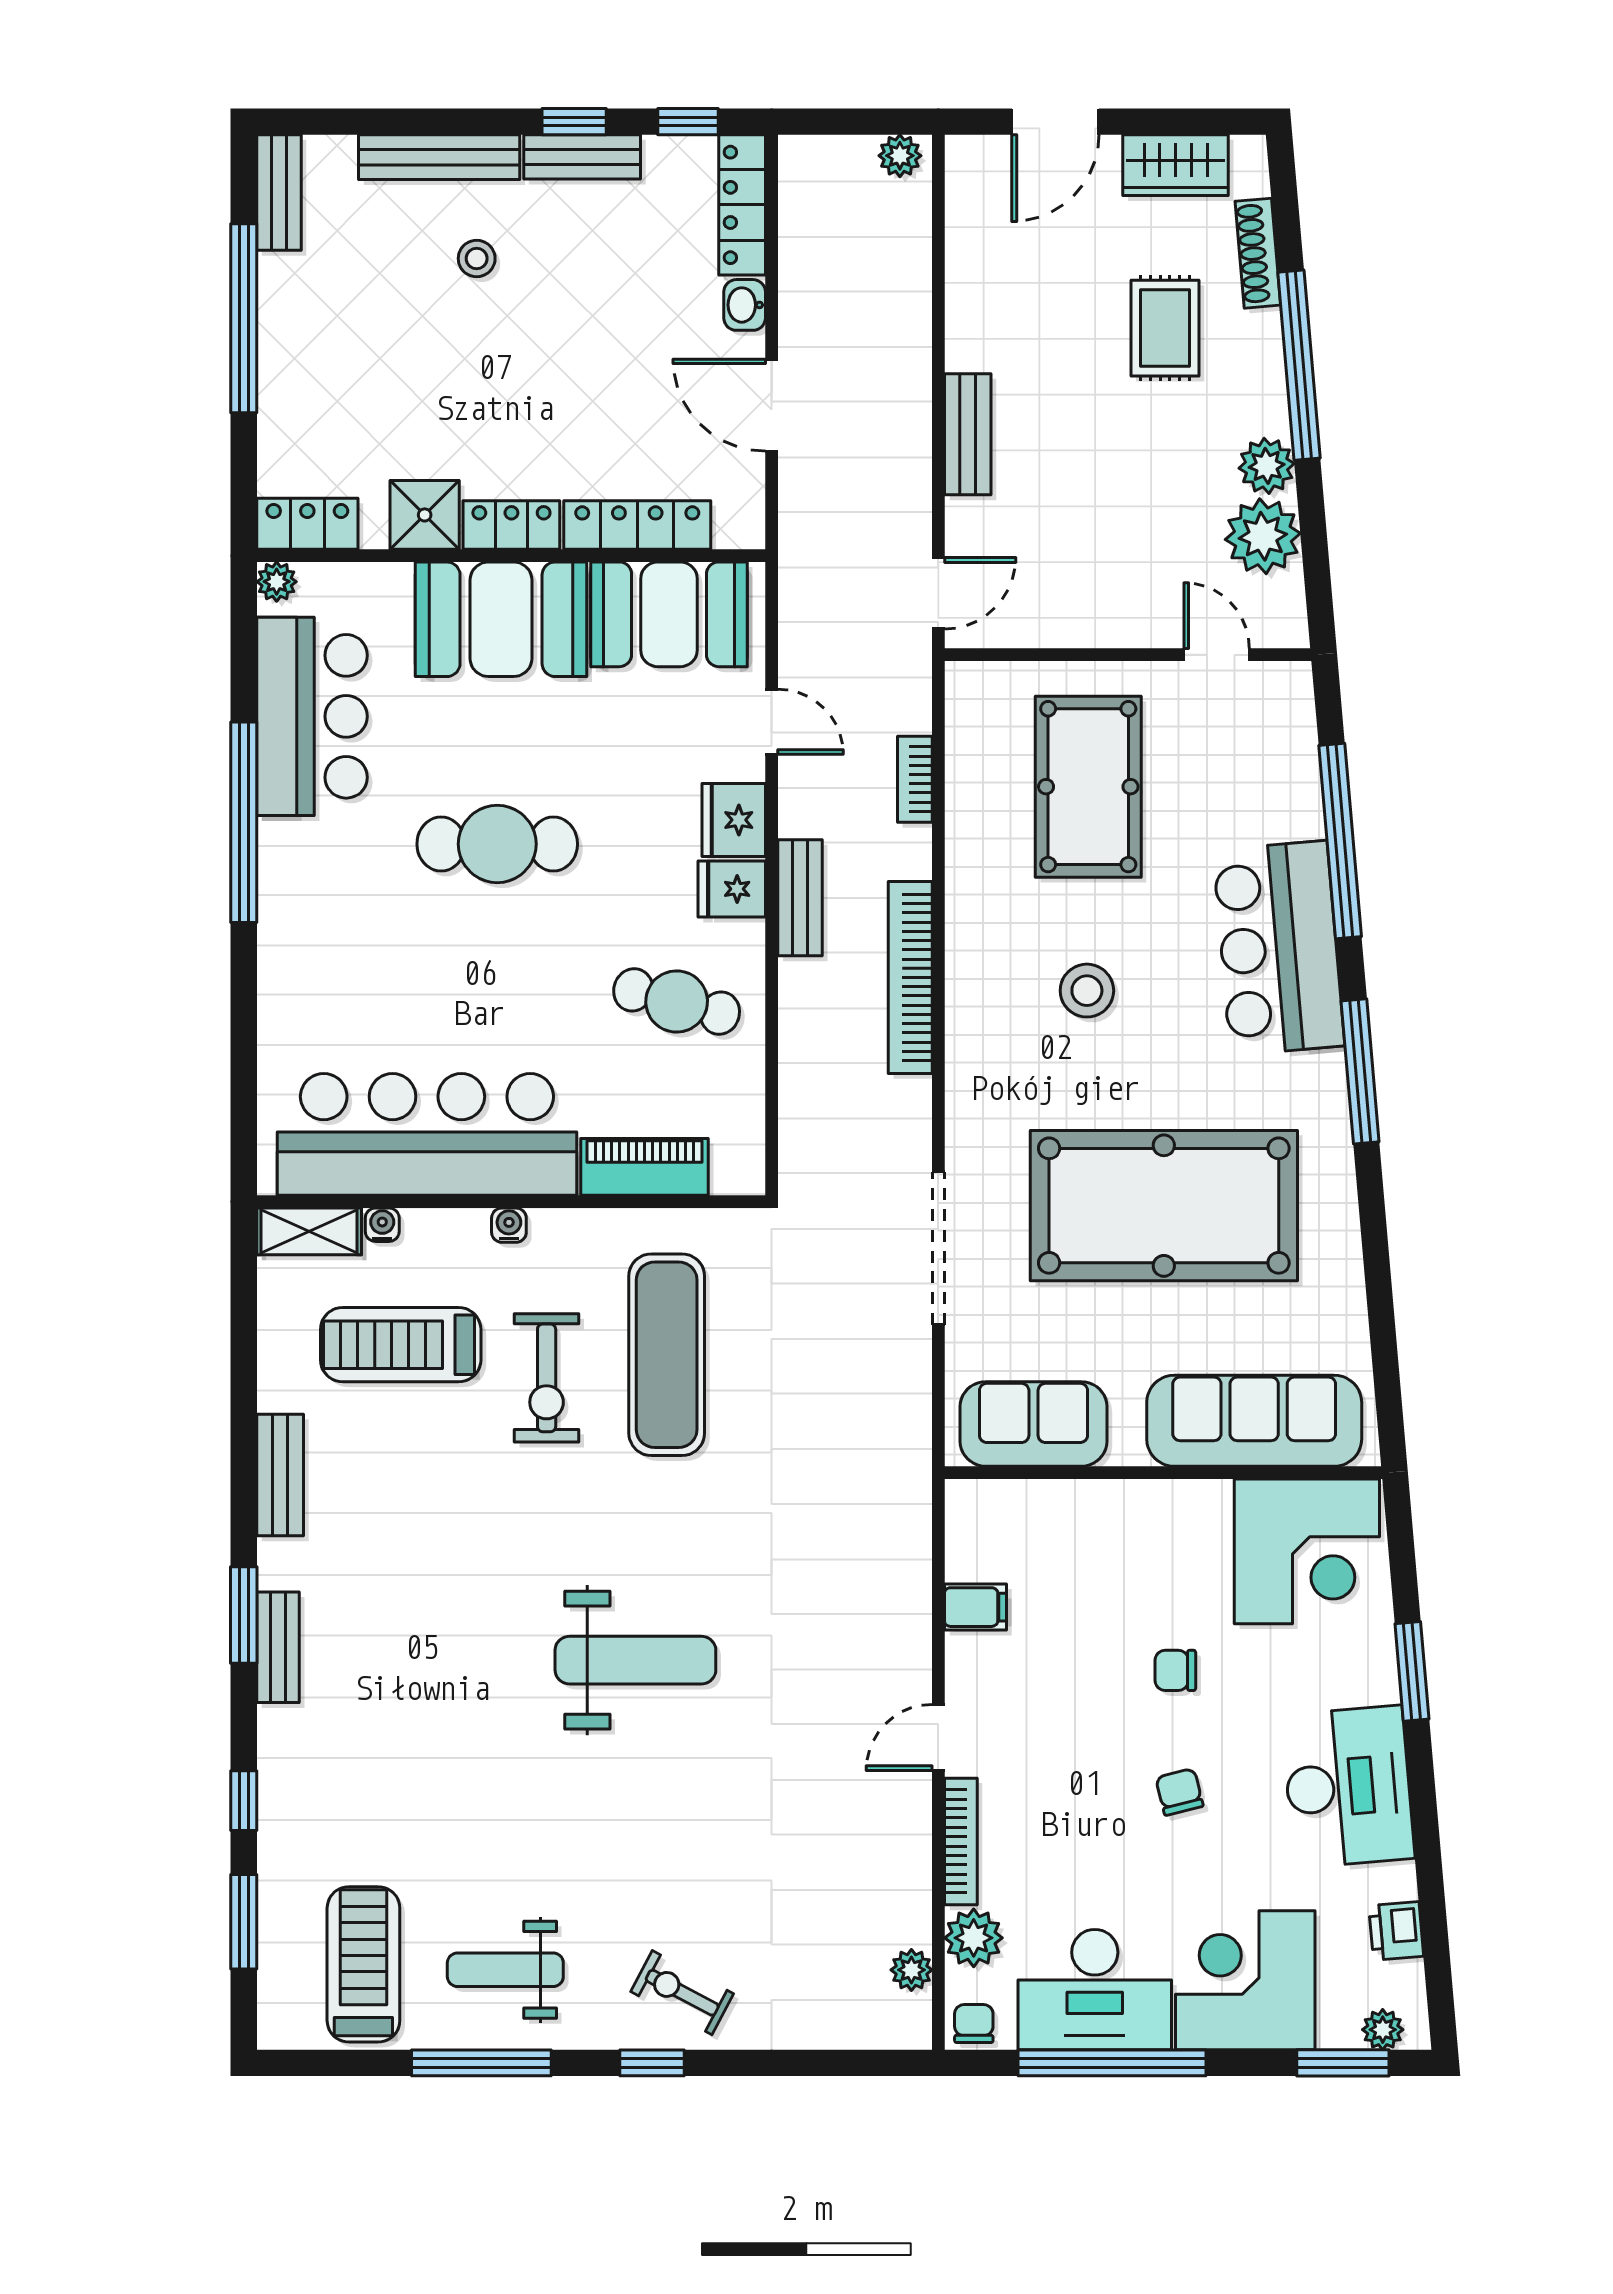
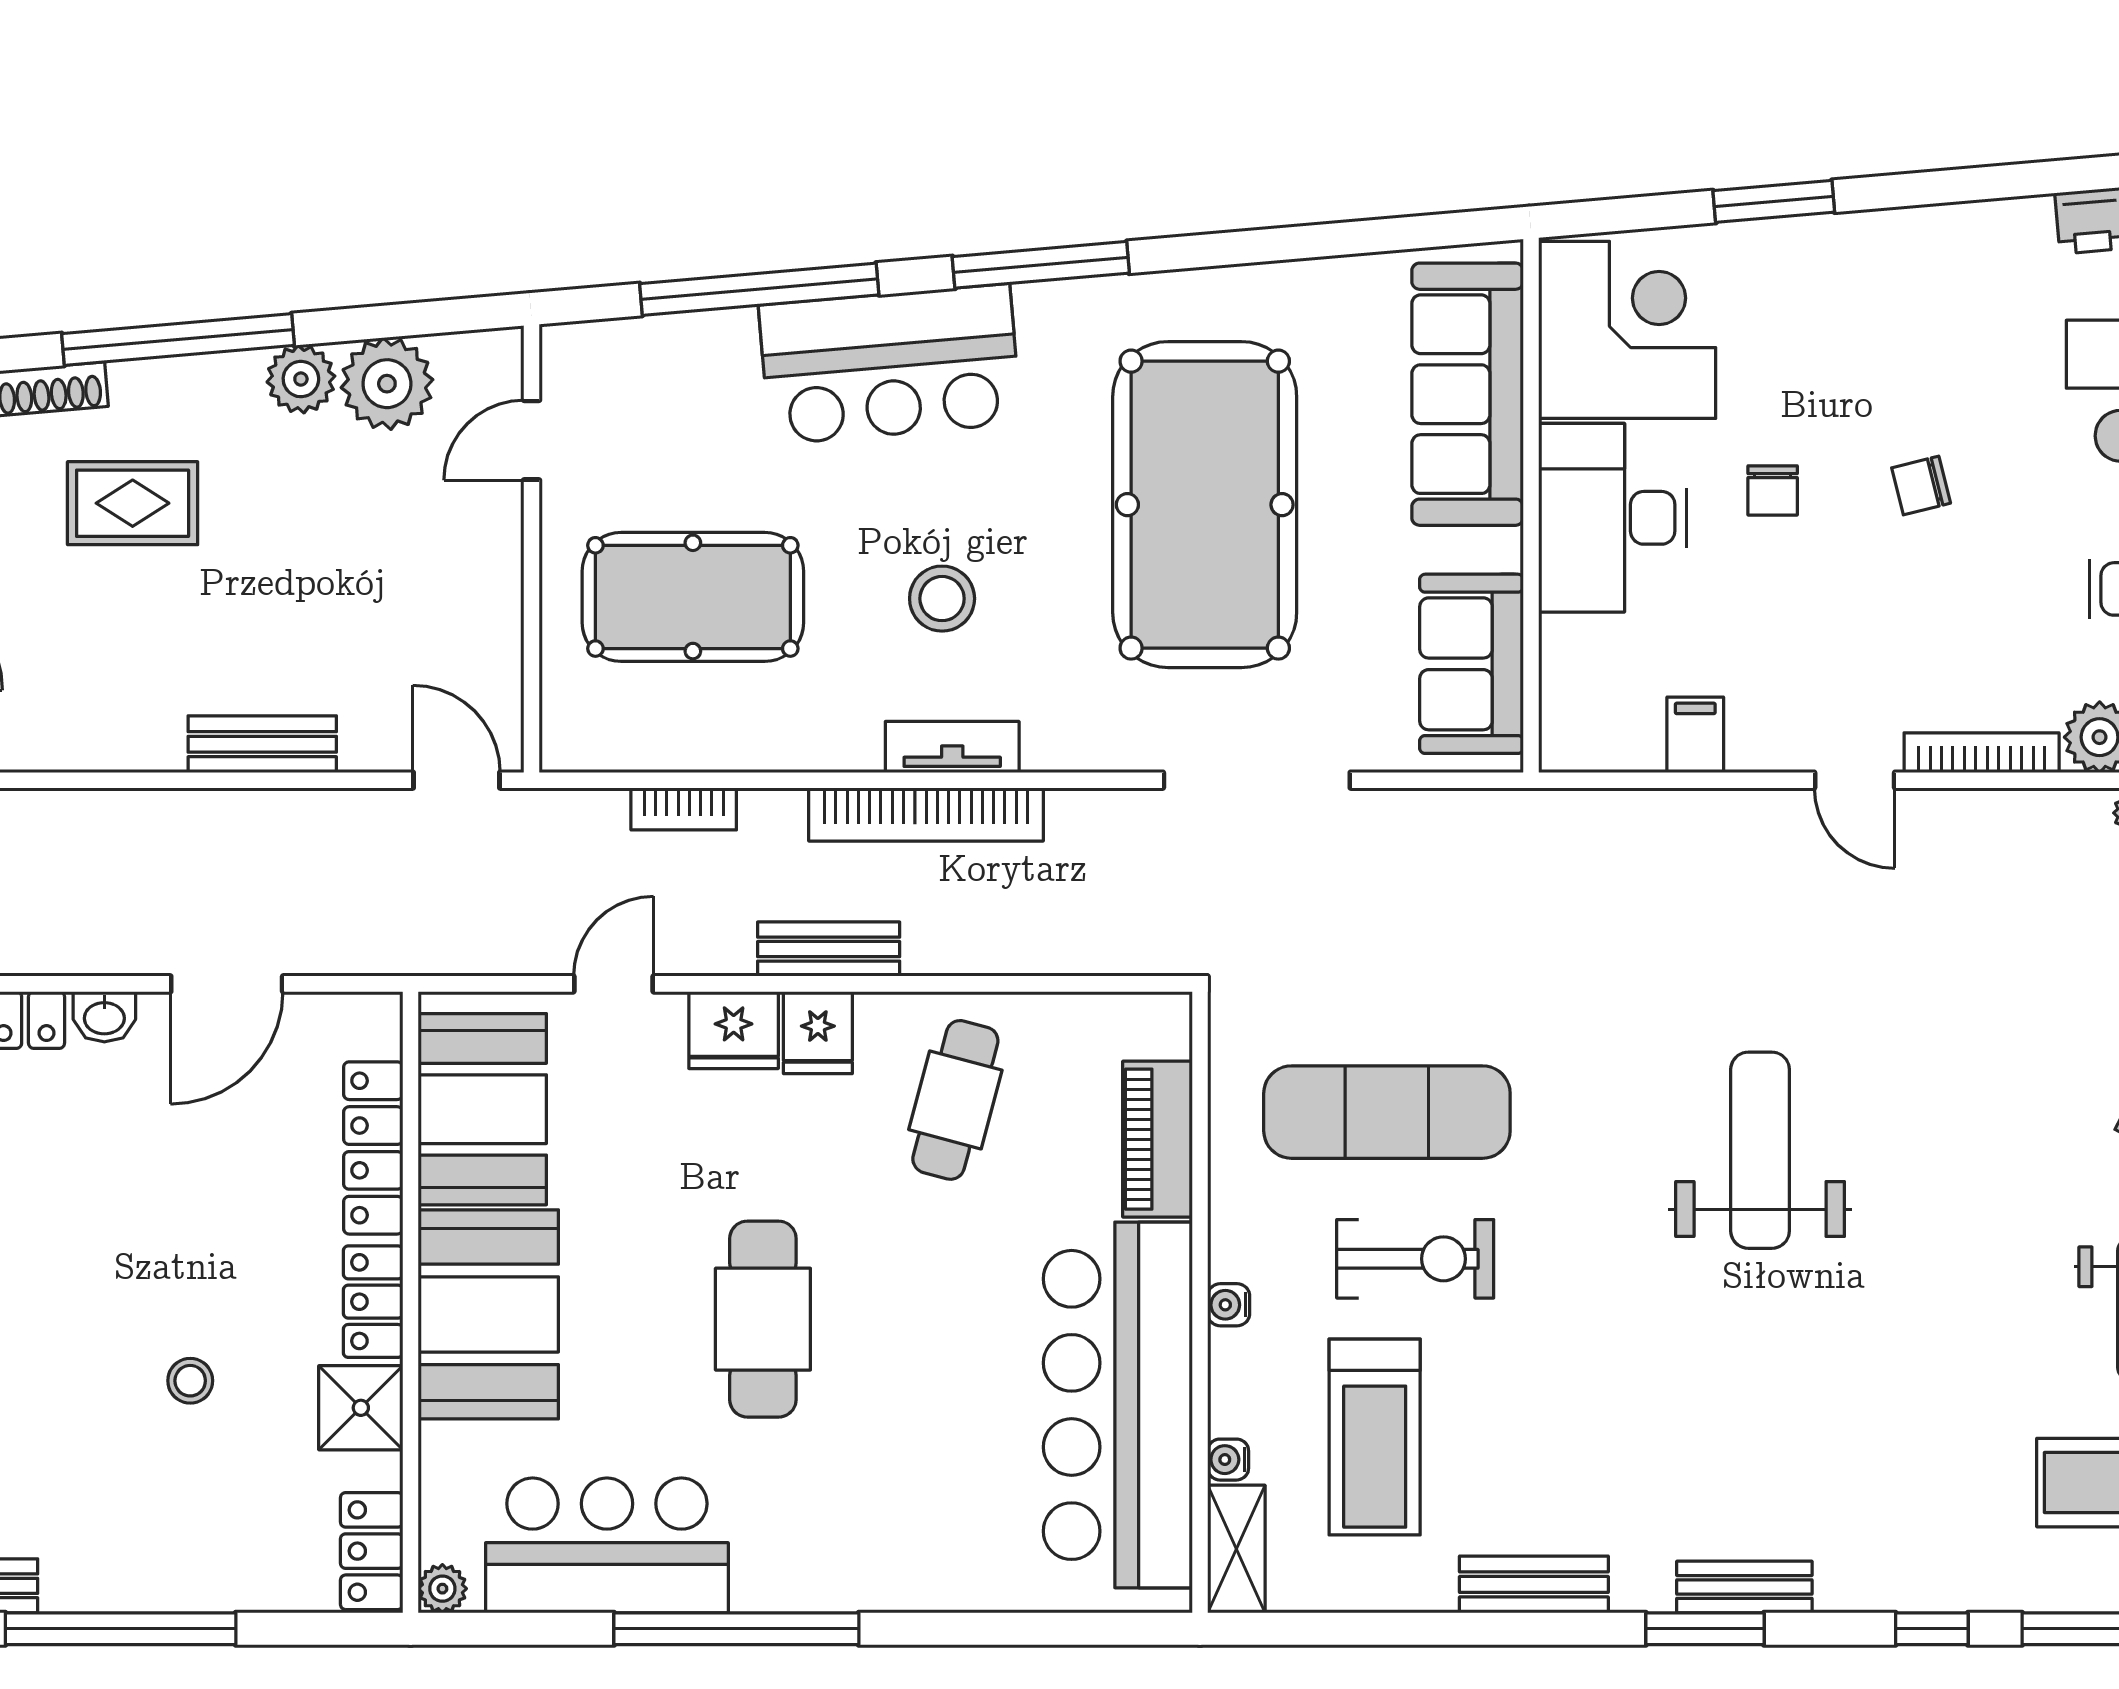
stool: (477, 258) -> (190, 1381), moved
tv unit: (965, 999) -> (952, 747), added
desk: (1348, 1787) -> (1613, 518), moved, turned -85

